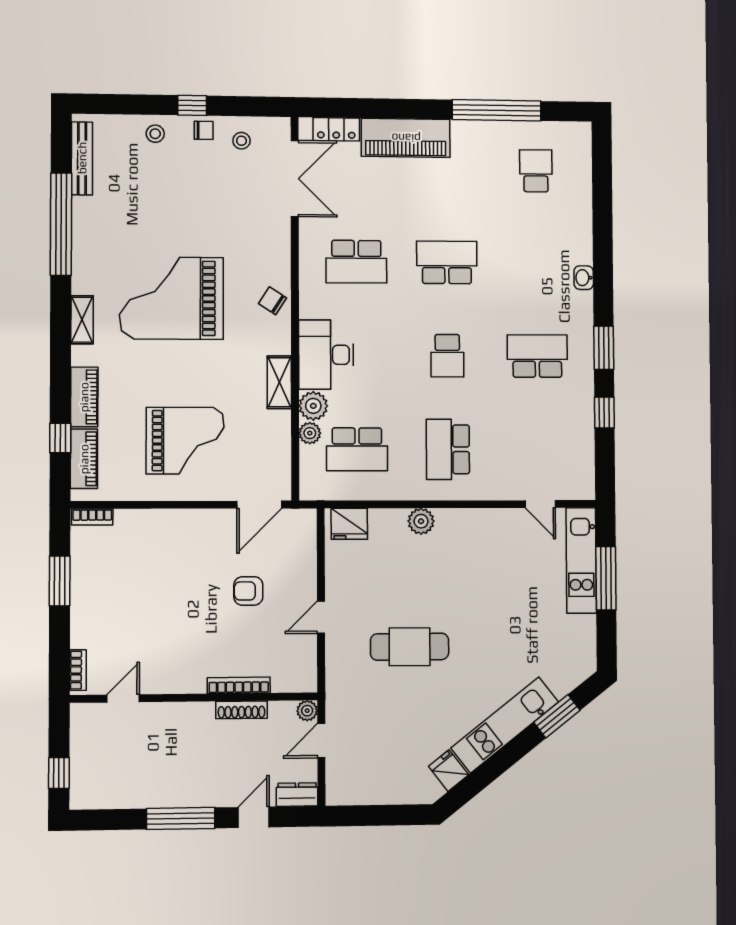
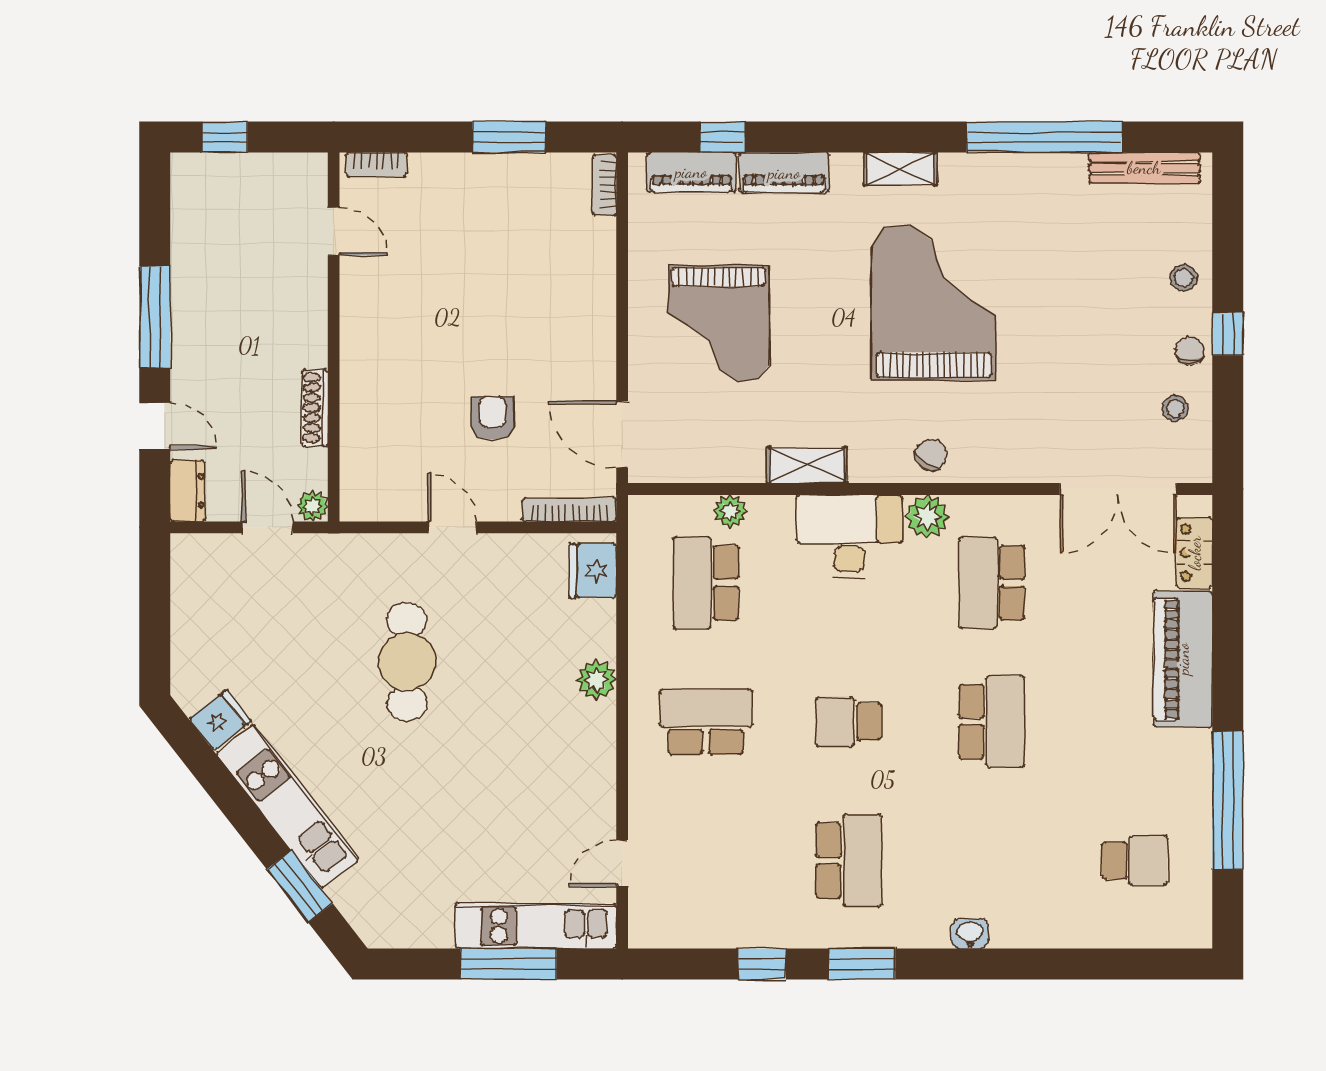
chair: (204, 130) -> (1190, 351), turned 180
plant: (313, 406) -> (927, 517), moved
bookcase: (239, 685) -> (569, 510), moved, turned -90

